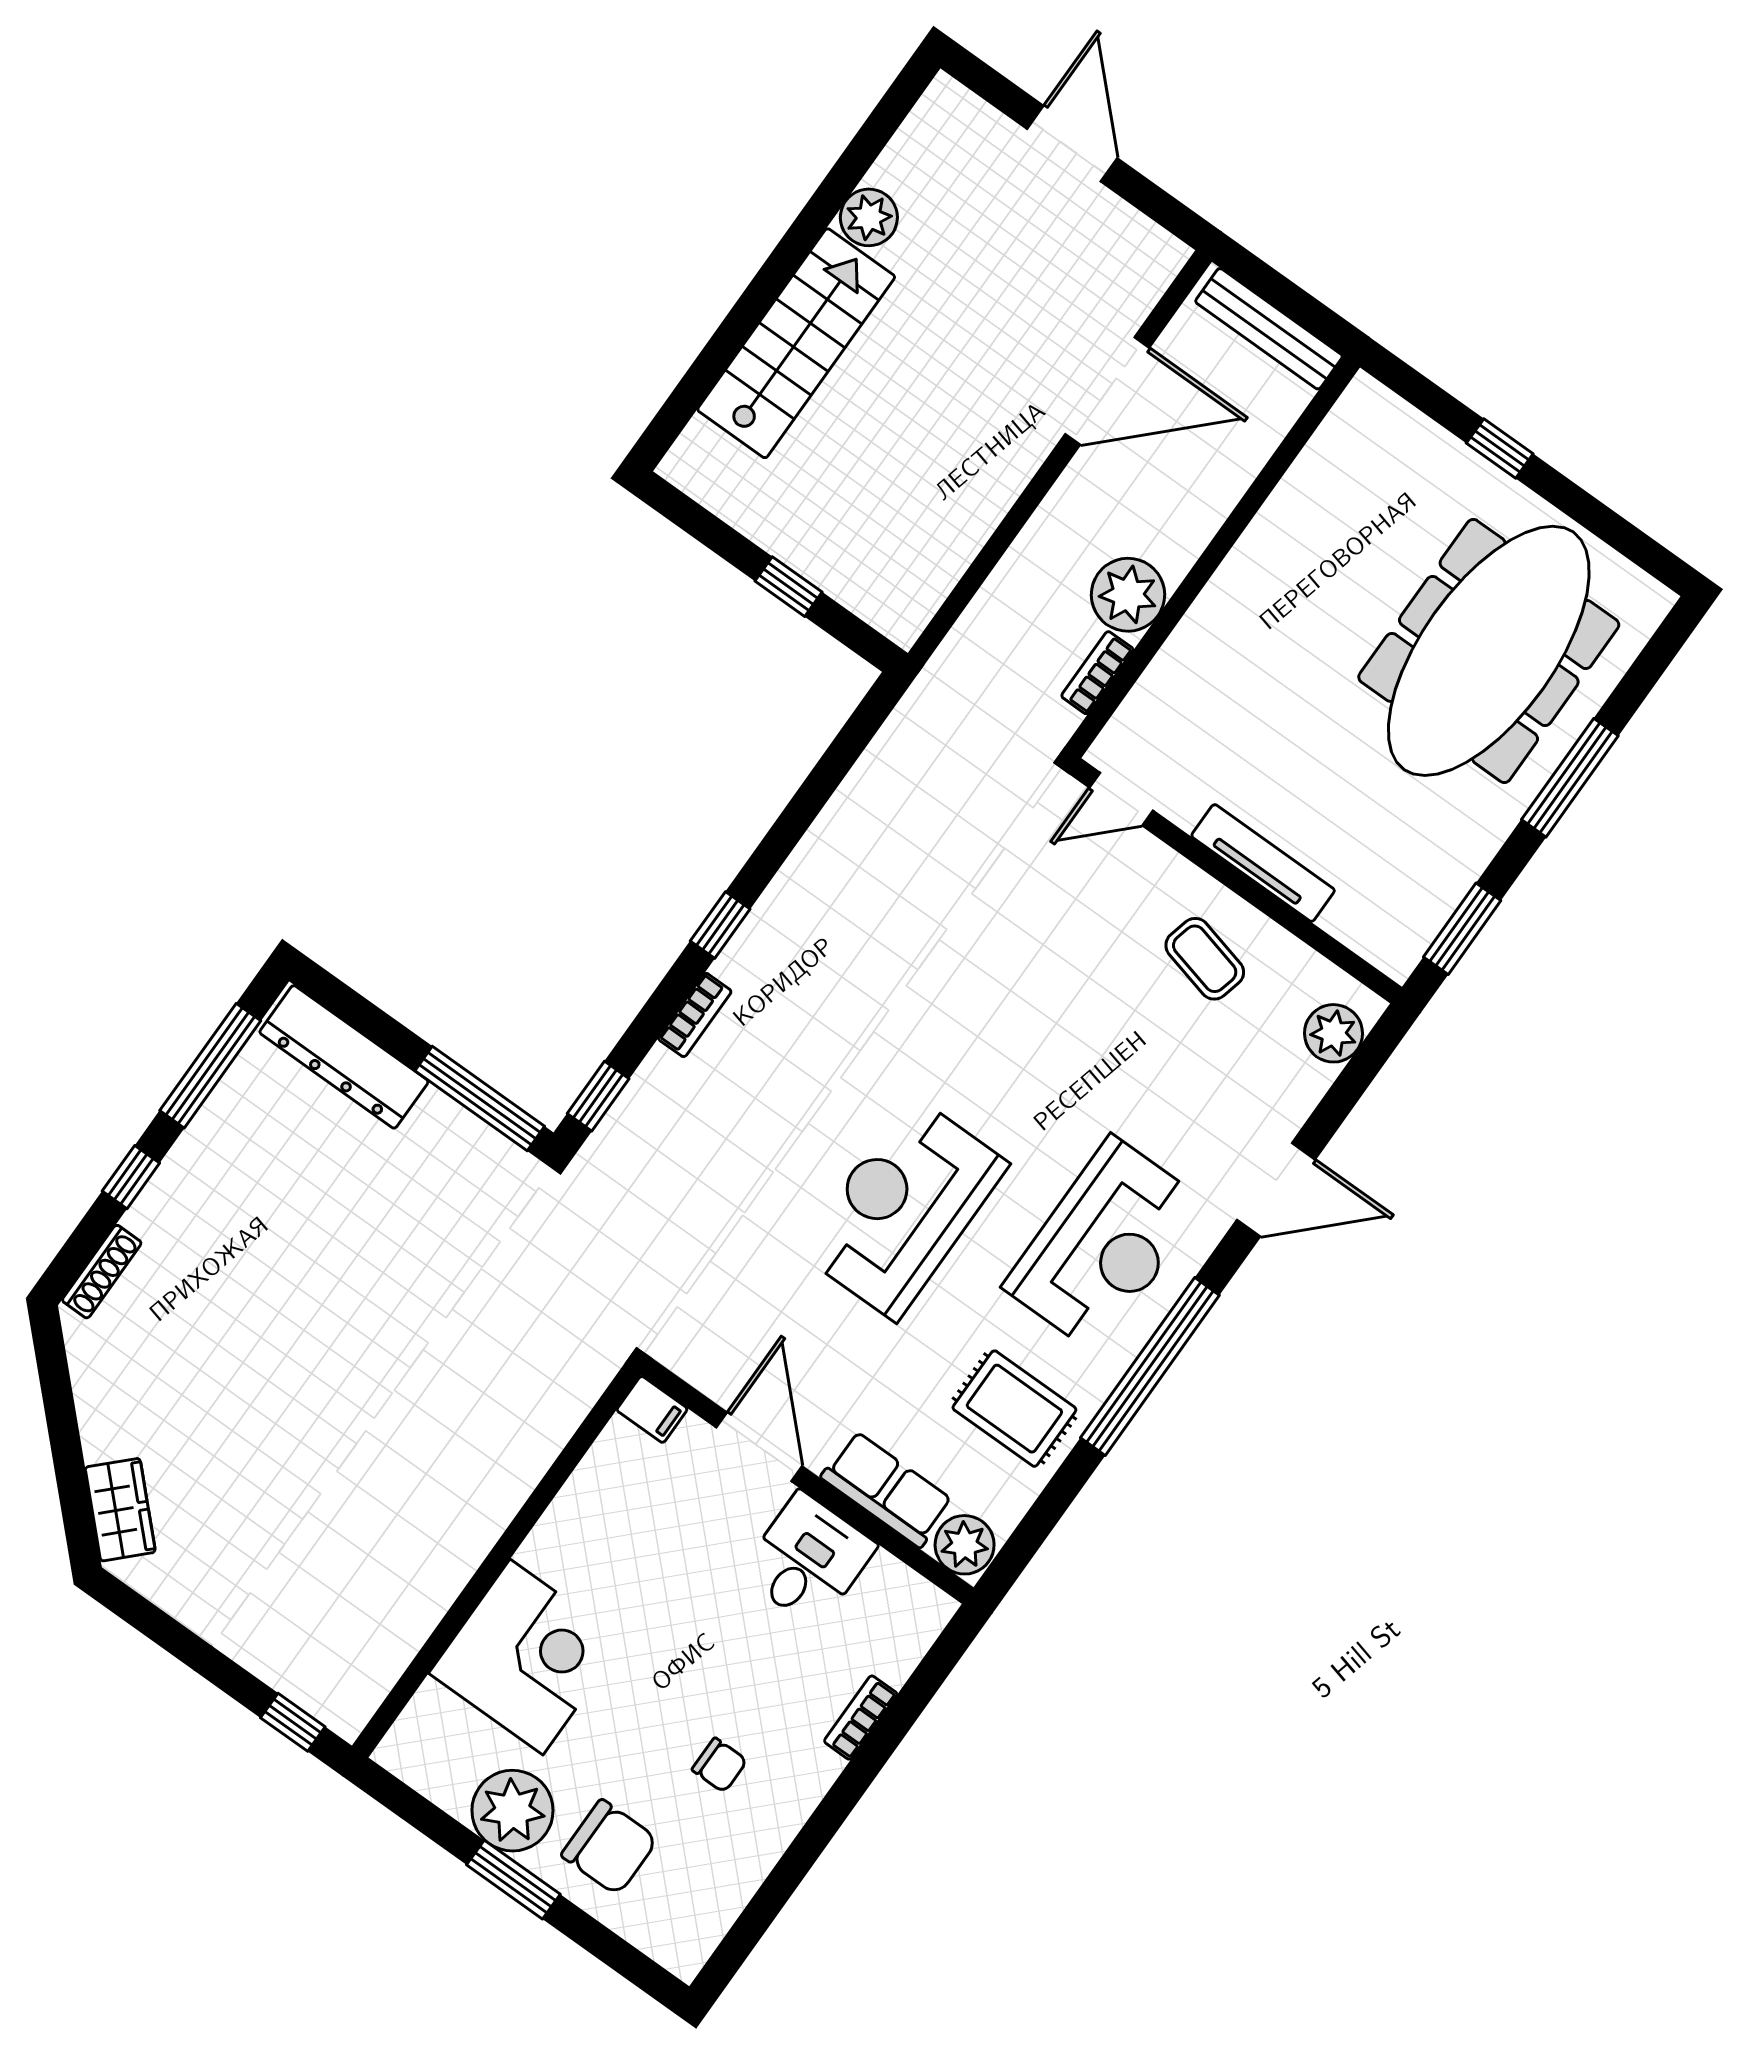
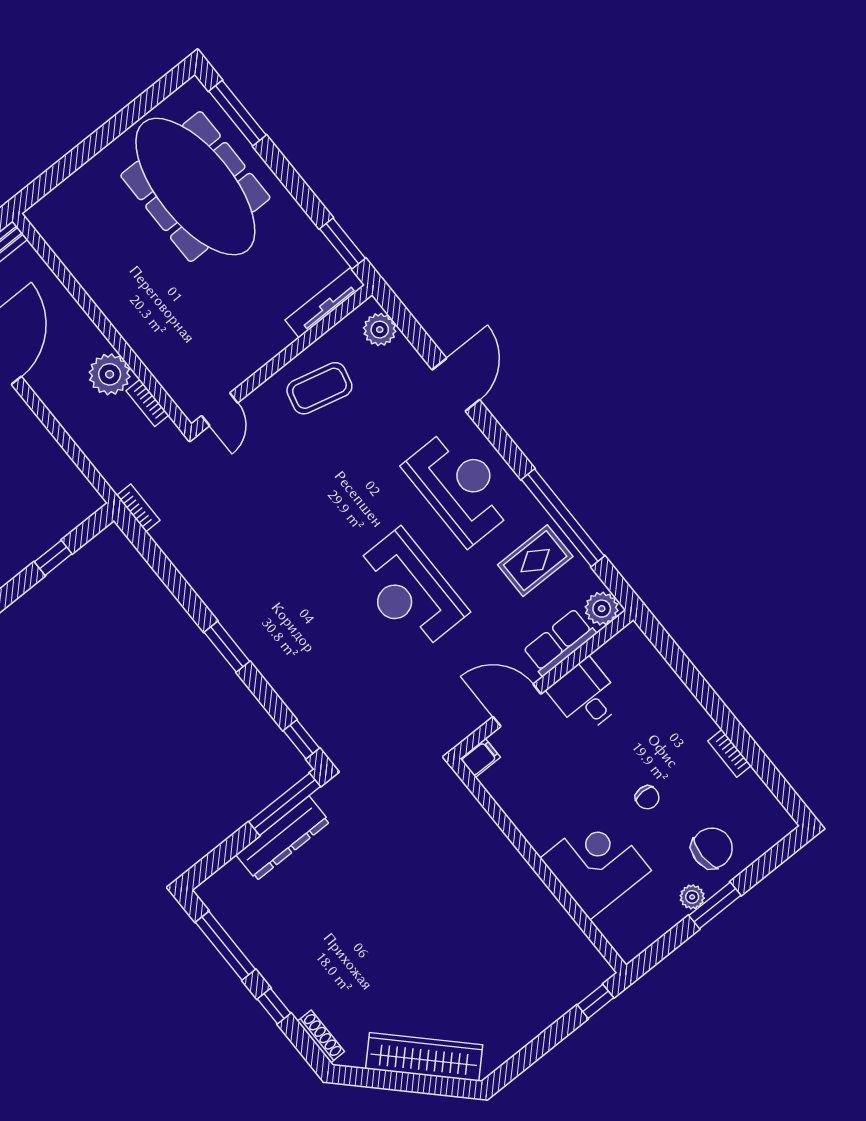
window: (1500, 448) -> (87, 150), removed
window: (1570, 778) -> (238, 113), moved
tv unit: (1263, 863) -> (325, 303), moved
window: (720, 925) -> (227, 647), width x1.50
coffee table: (1205, 959) -> (319, 388), width x1.36, depth x1.30
bookcase: (695, 1015) -> (138, 508), moved
dresser: (344, 1057) -> (283, 838), moved
window: (1150, 1366) -> (563, 518), moved
wardrobe: (120, 1510) -> (424, 1057), width x2.10, depth x1.17
bookcase: (861, 1718) -> (729, 753), moved
chair: (719, 1765) -> (647, 797), moved, turned 90
plant: (512, 1811) -> (692, 897), width x0.53, depth x0.53

